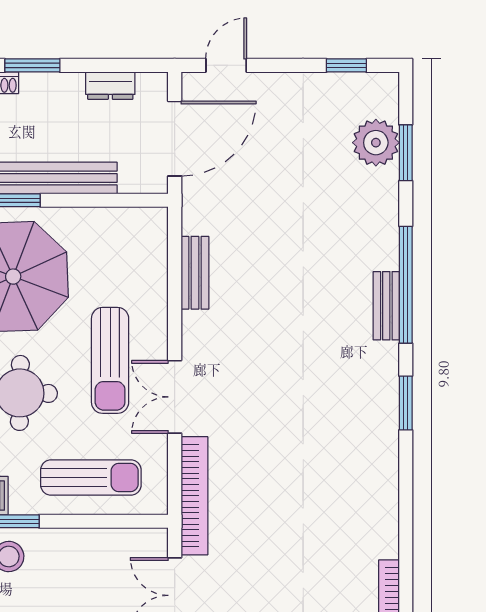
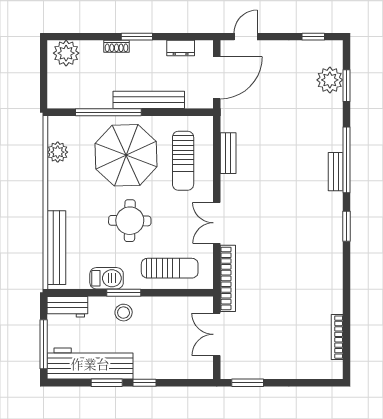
sun lounger: (110, 360) -> (183, 161), moved

